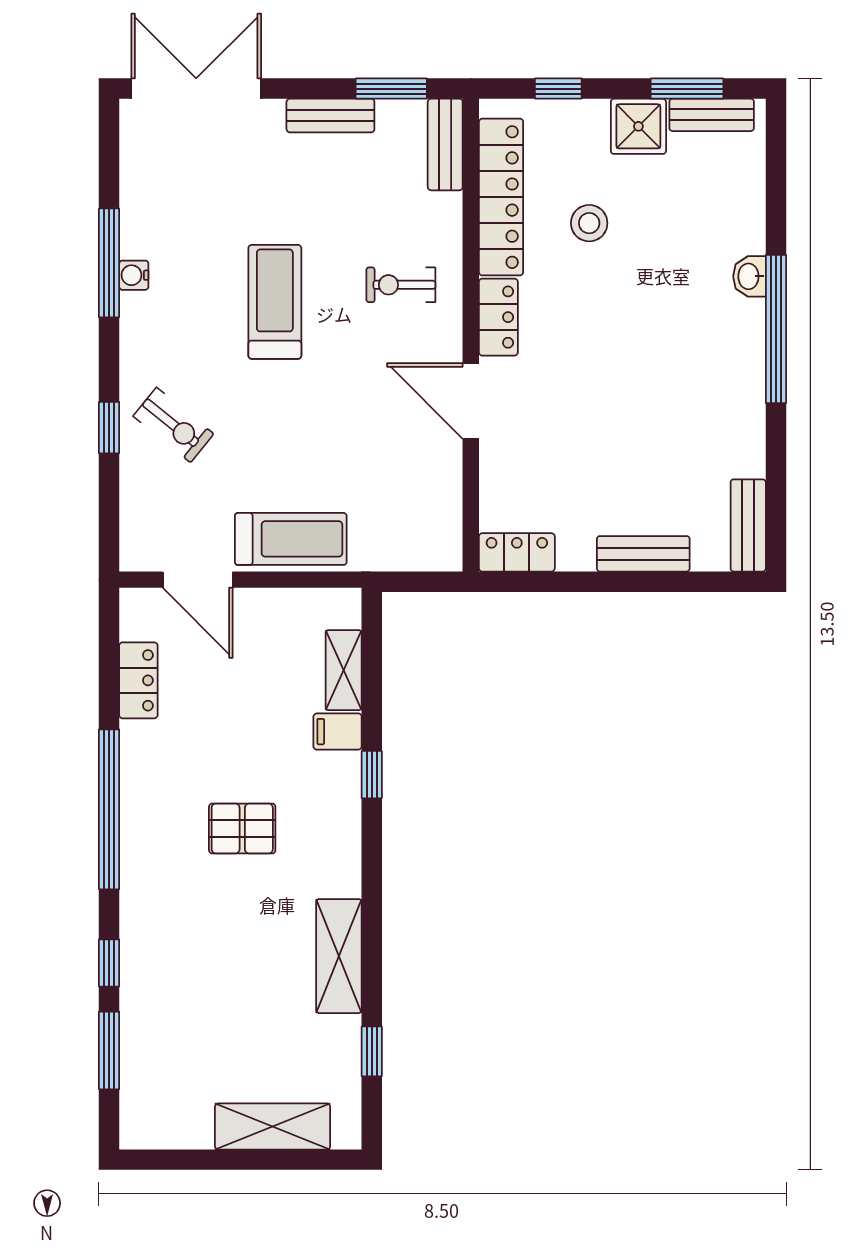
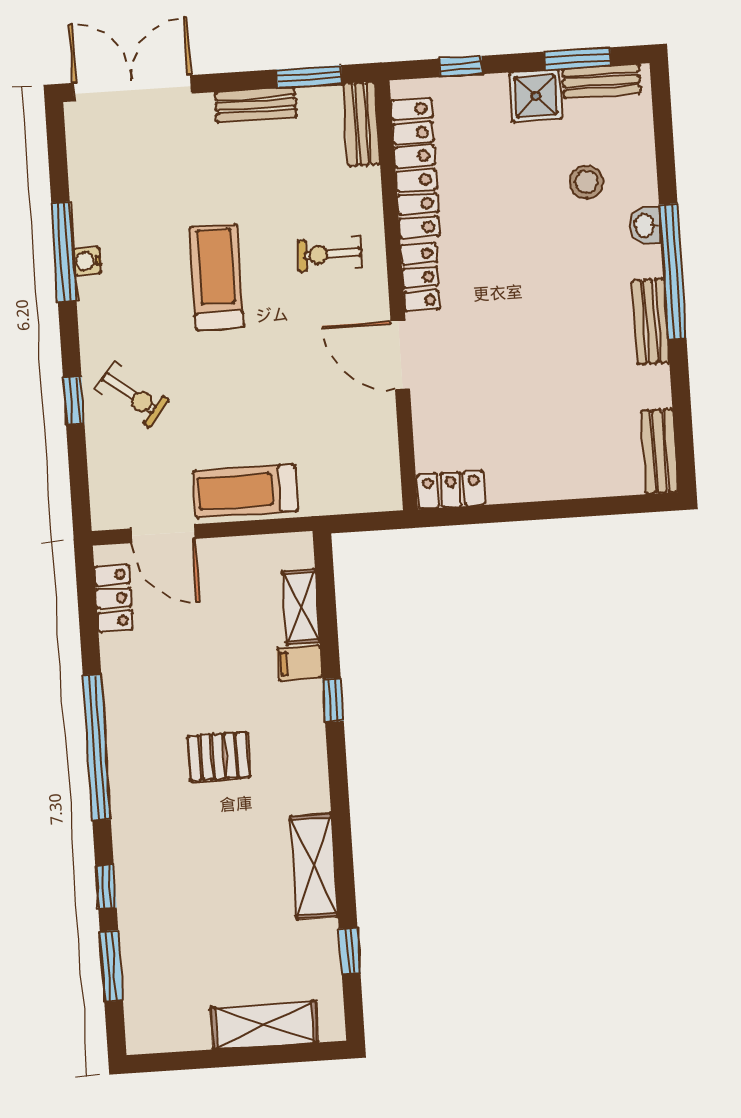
stool: (589, 223) -> (586, 182), moved
treadmill: (291, 539) -> (245, 491), turned 180
bench: (643, 554) -> (651, 321), moved, turned 90
locker: (138, 680) -> (114, 598), moved

